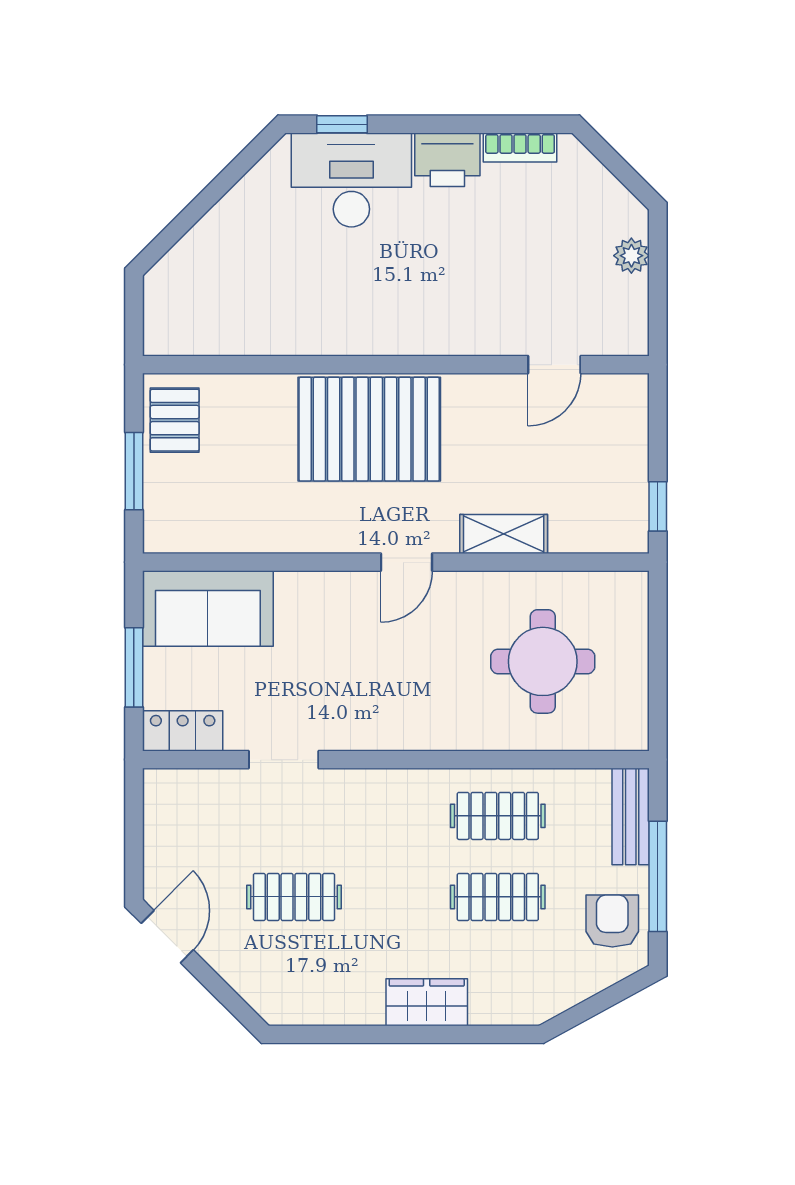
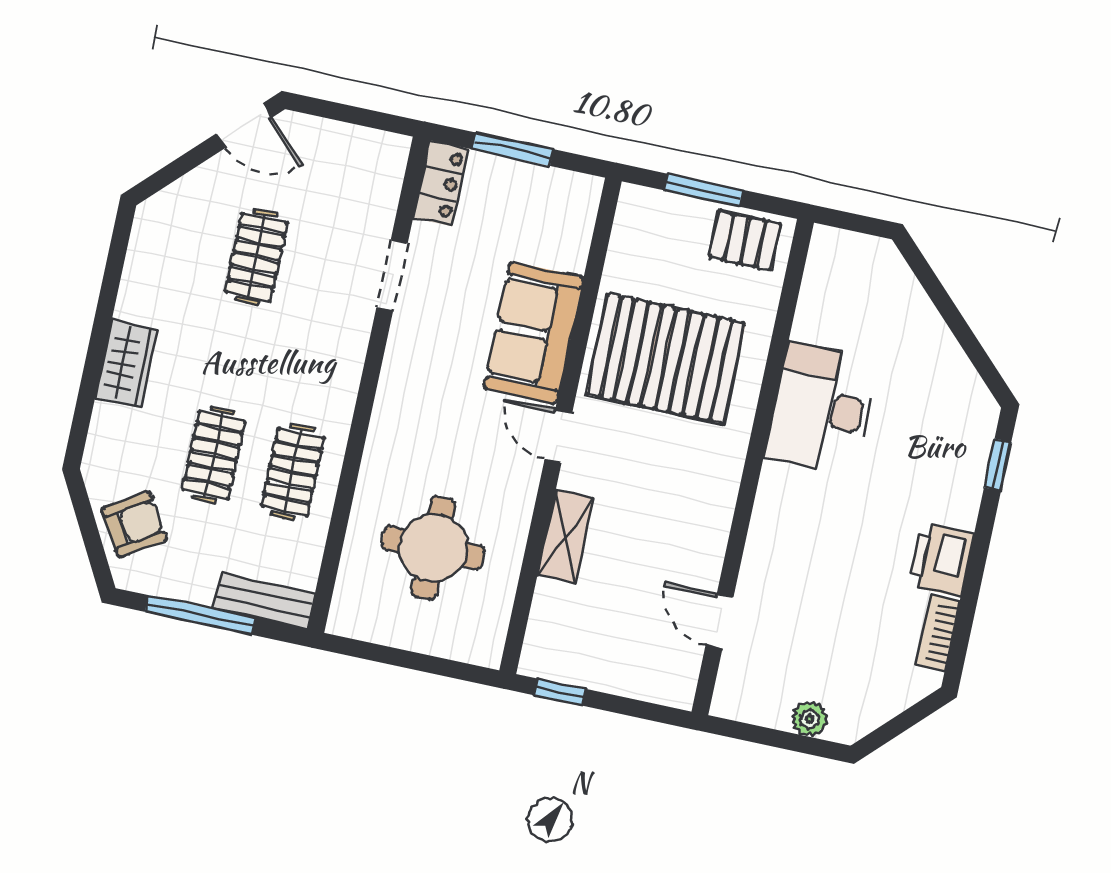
desk: (351, 180) -> (822, 409), moved, turned 180
pallet: (369, 429) -> (666, 359), moved, turned 90
sofa: (208, 608) -> (533, 333), moved
armchair: (612, 921) -> (134, 524), moved, turned -32

